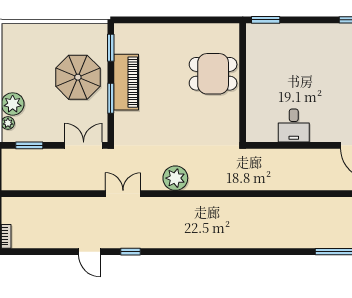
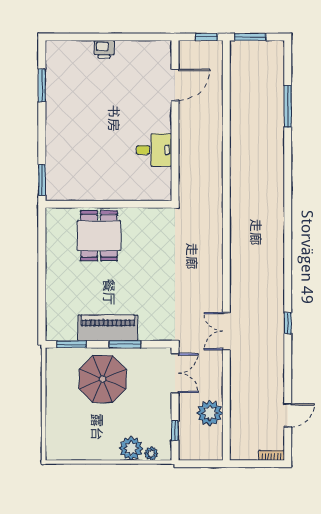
window: (29, 145) -> (175, 431), width x0.67
double door: (84, 145) -> (175, 373), swing flipped
plant: (175, 178) -> (210, 413), moved
door: (89, 252) -> (288, 415), moved

